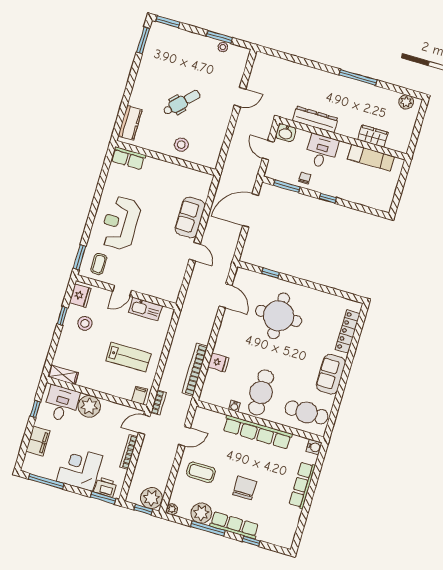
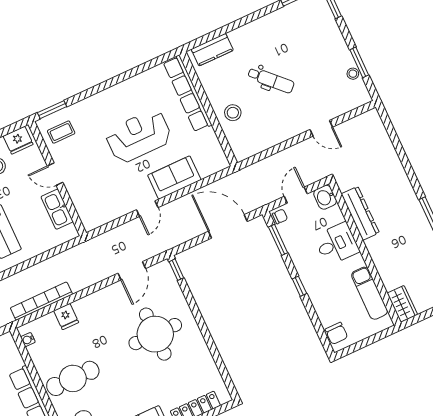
wardrobe: (373, 136) -> (402, 304), moved
row of seats: (128, 158) -> (187, 94), width x2.02
chair: (305, 178) -> (280, 216), moved
chair: (378, 201) -> (336, 333), added
reception desk: (120, 223) -> (139, 136), moved
window: (271, 273) -> (176, 270), moved
water cooler: (234, 406) -> (28, 340), moved

